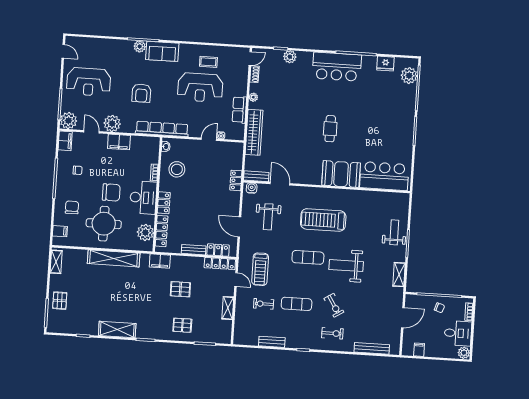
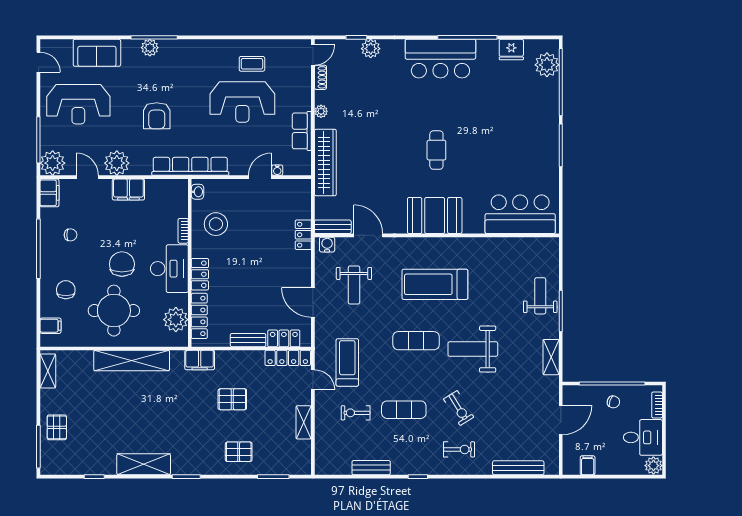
sofa: (162, 51) -> (97, 53), moved
booth: (341, 174) -> (435, 215), moved
chair: (111, 192) -> (122, 264), turned -90
treadmill: (260, 269) -> (347, 362), turned 180

